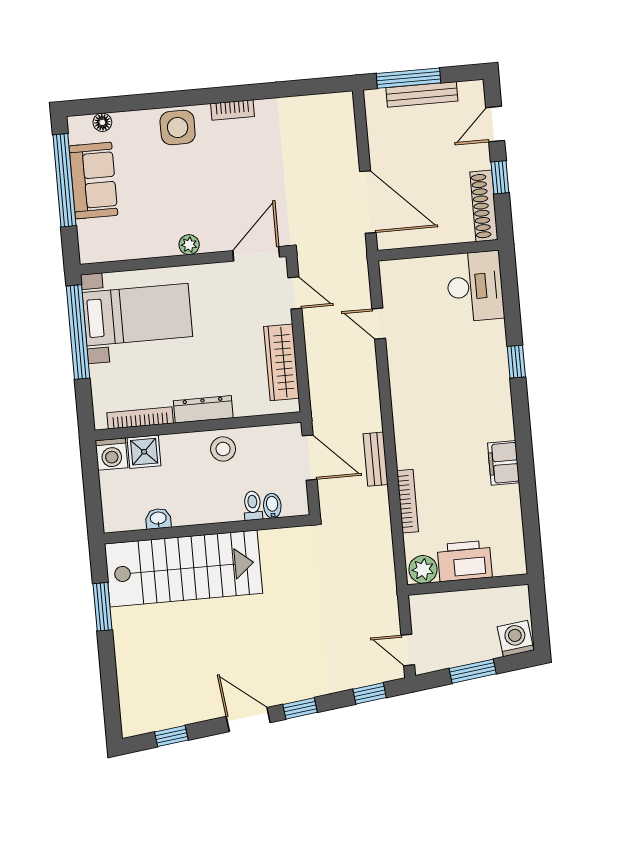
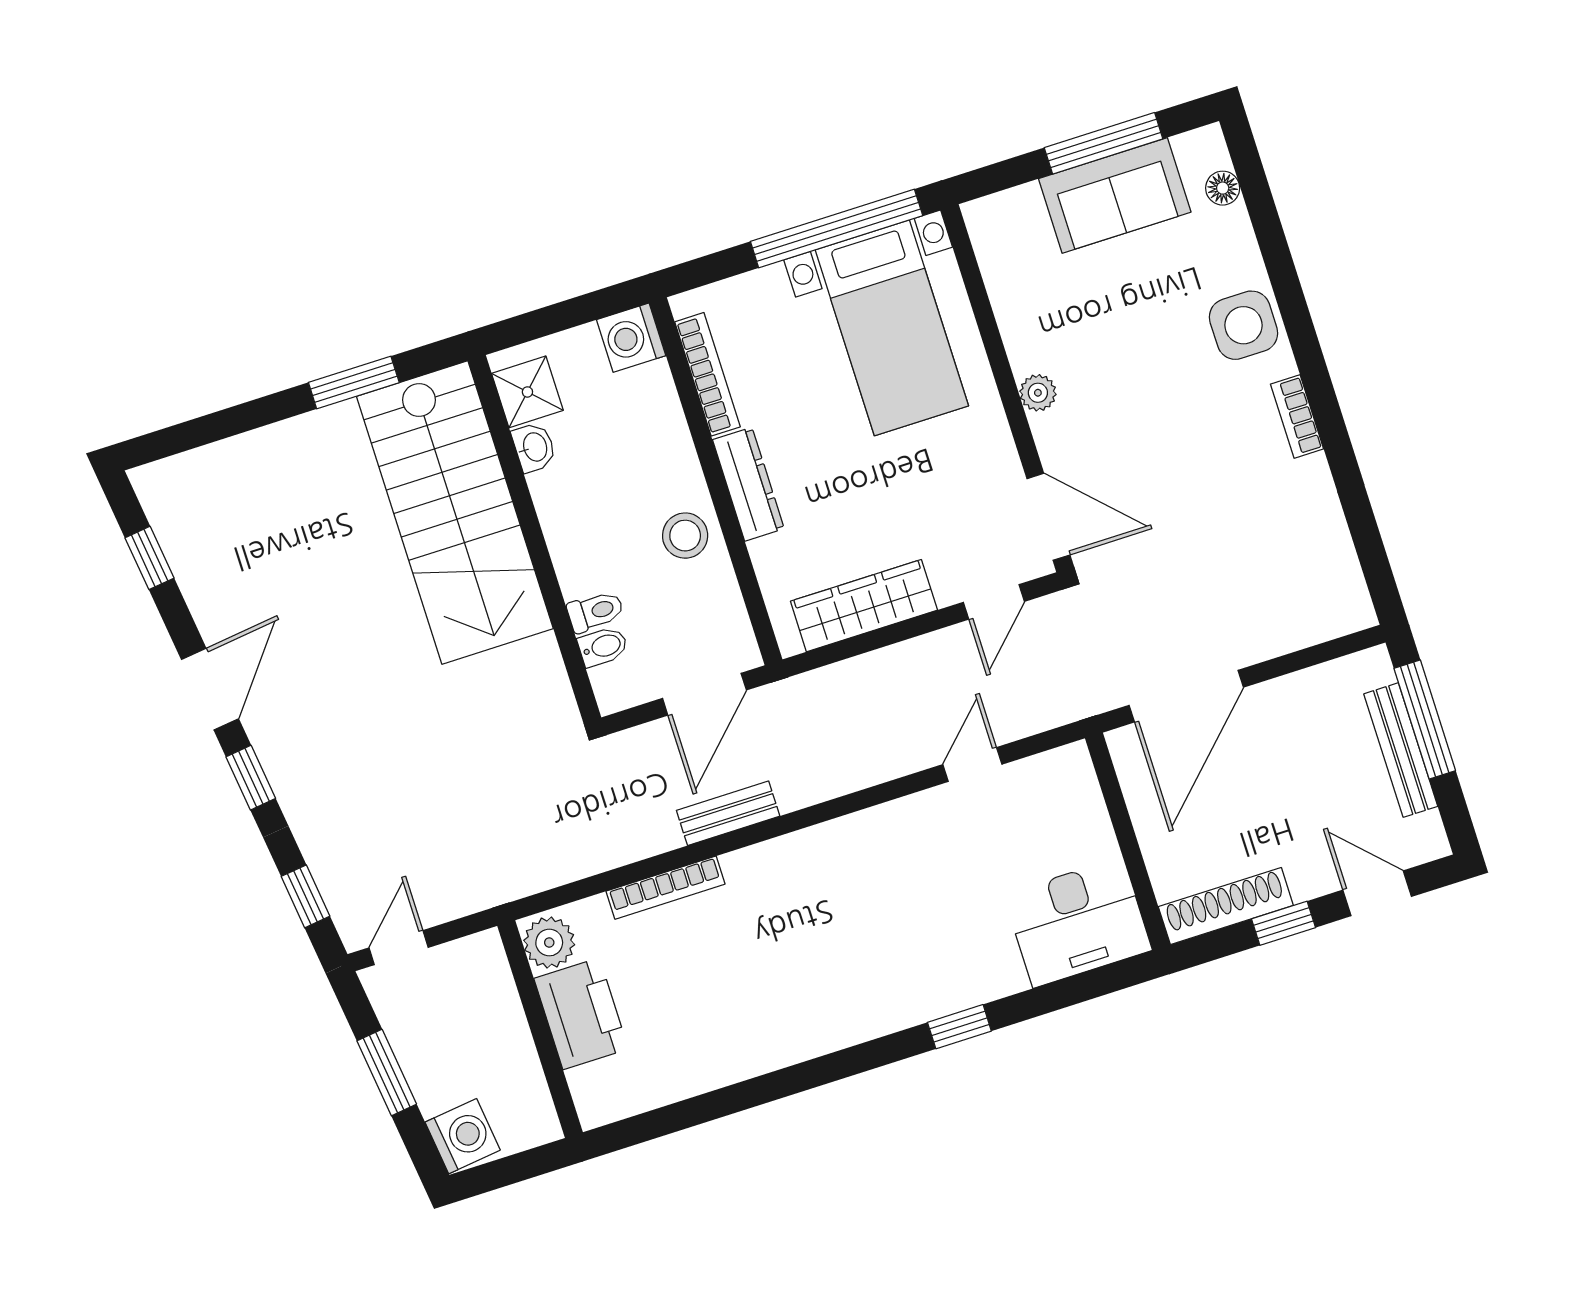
window: (64, 180) -> (1104, 143), width x0.68
shower: (144, 452) -> (527, 392), moved
filing cabinet: (504, 463) -> (773, 1044), removed

